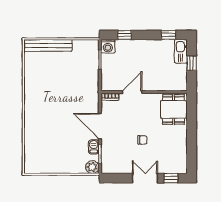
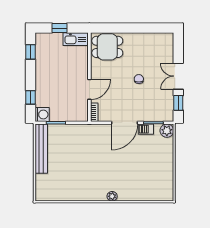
bench: (48, 45) -> (41, 149), moved
kitchen sink: (181, 51) -> (75, 39), moved
door: (132, 92) -> (89, 89), swing flipped
plant: (29, 114) -> (112, 196), added
window: (171, 178) -> (178, 103), moved

